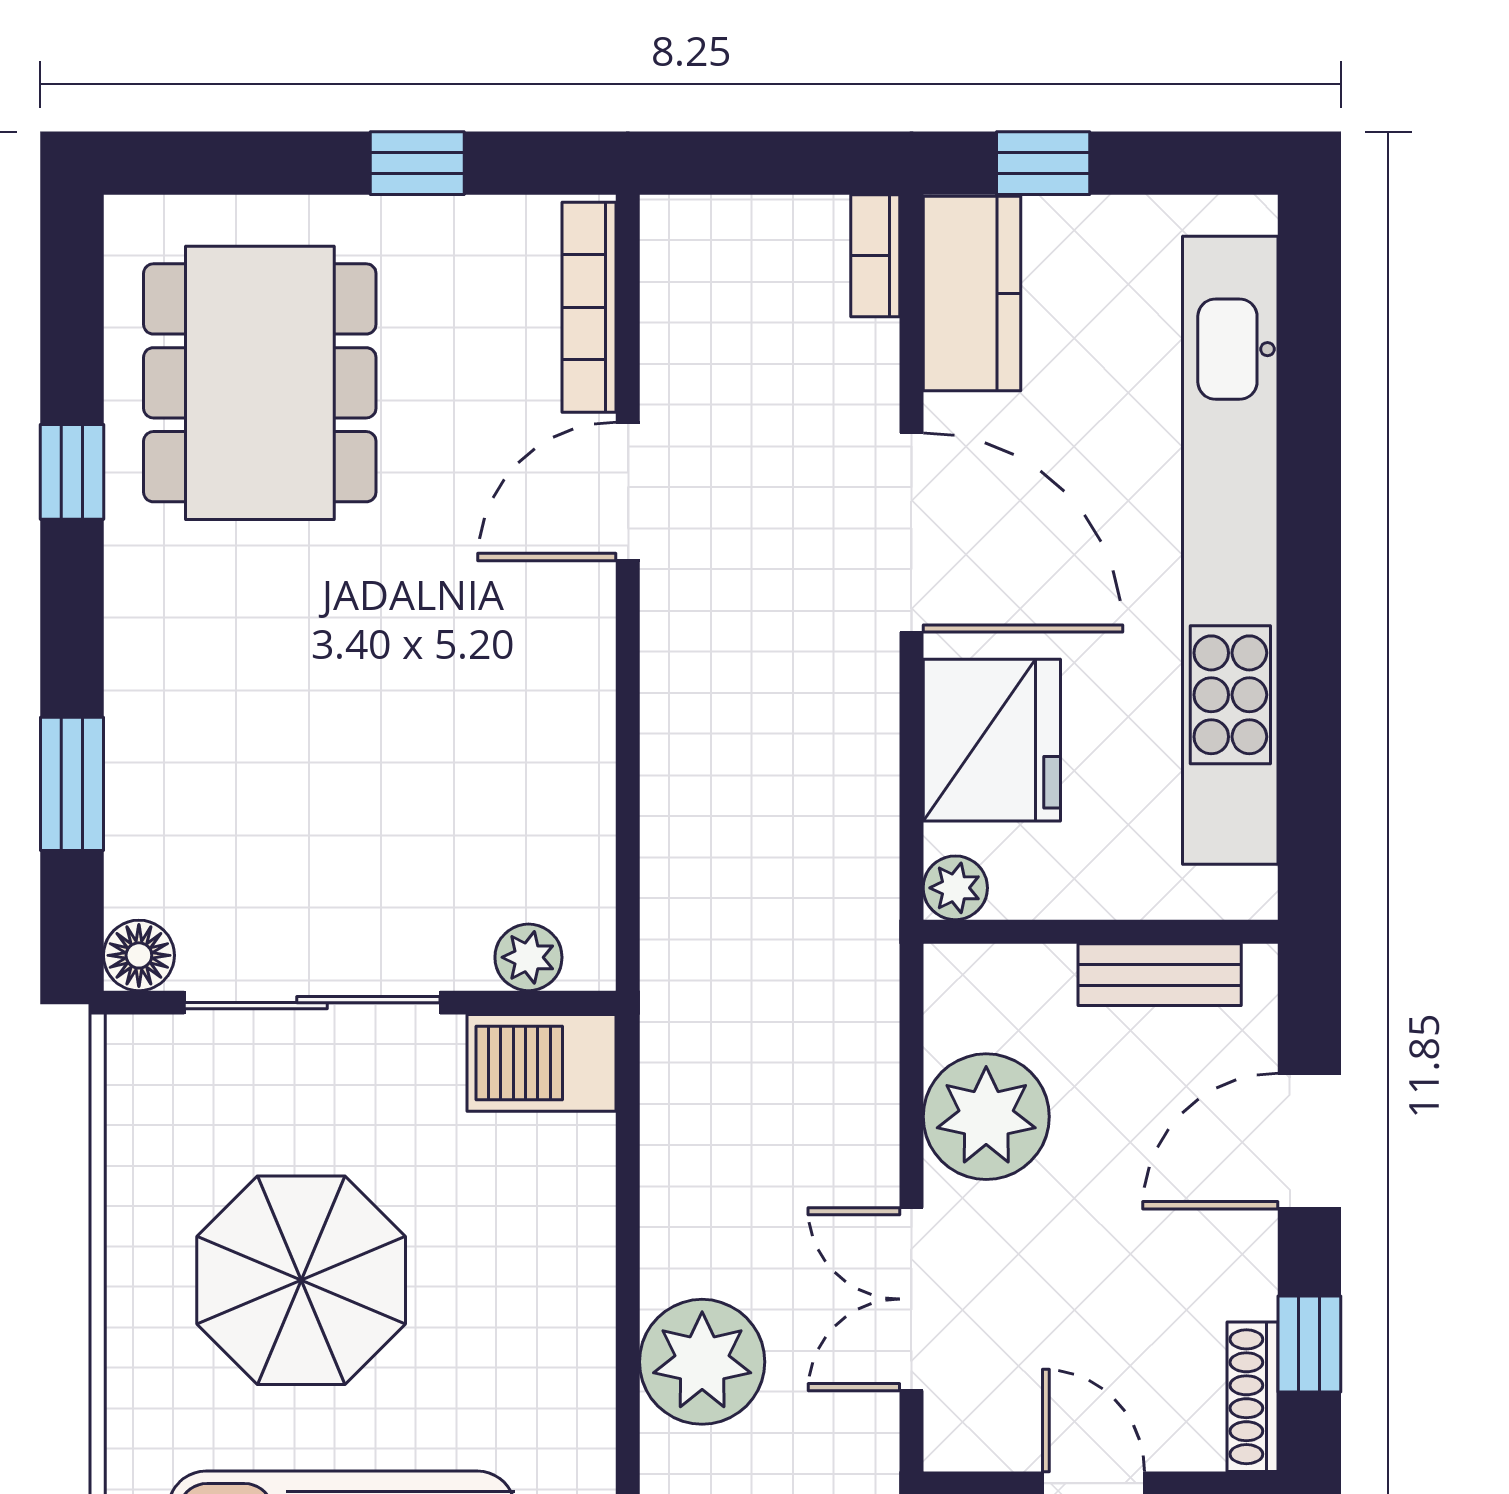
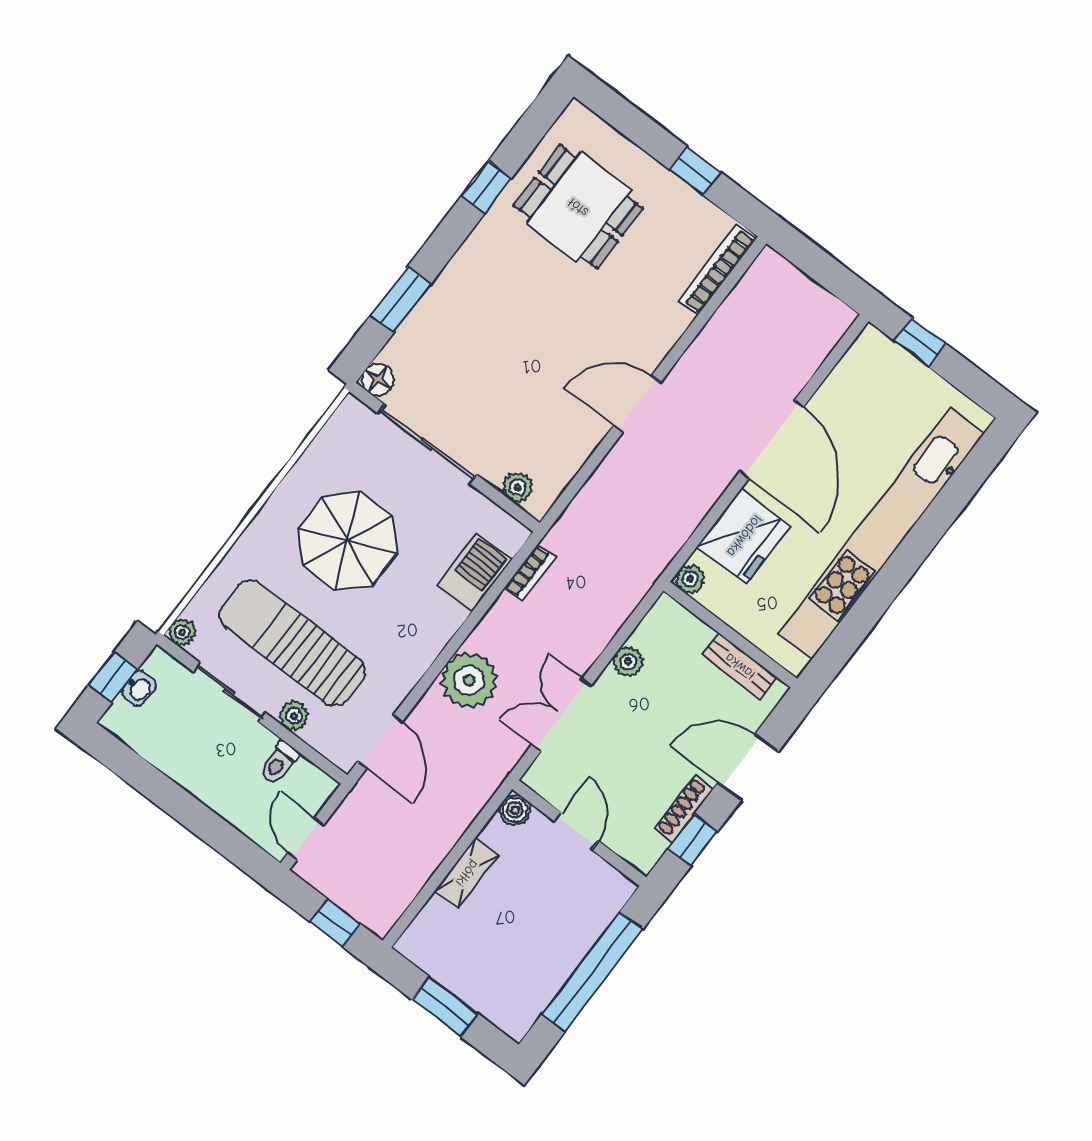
bookcase: (875, 256) -> (529, 573), moved, turned 180
kitchen counter: (972, 294) -> (859, 370), removed
dining table: (260, 383) -> (578, 207), width x0.73
door: (628, 491) -> (637, 404), moved
barbecue: (542, 1063) -> (474, 573), moved, turned 90
plant: (986, 1117) -> (628, 662), width x0.53, depth x0.53
shoe rack: (1252, 1397) -> (684, 809), moved

